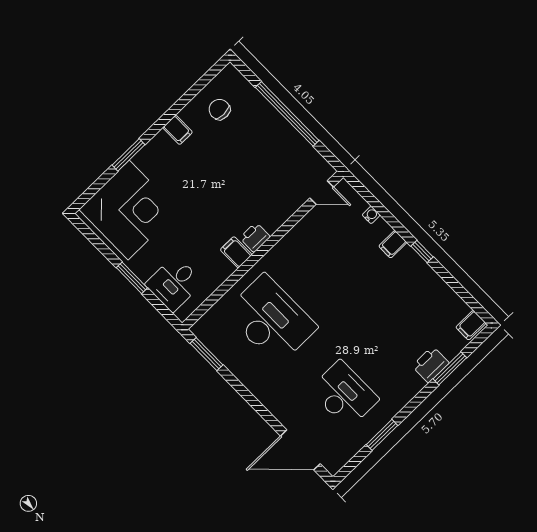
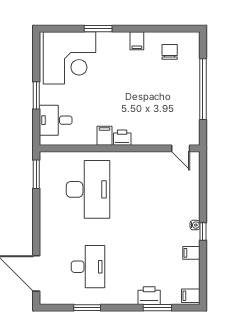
water cooler: (371, 215) -> (195, 225), moved
filing cabinet: (393, 244) -> (191, 253), moved

